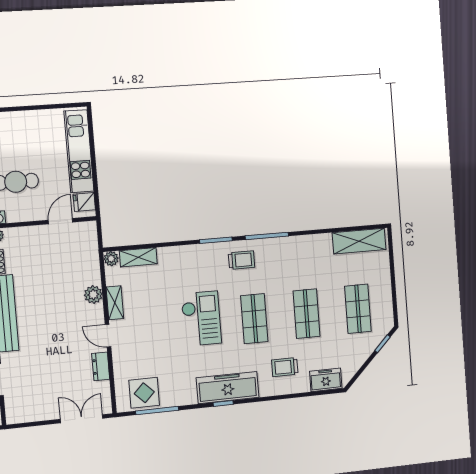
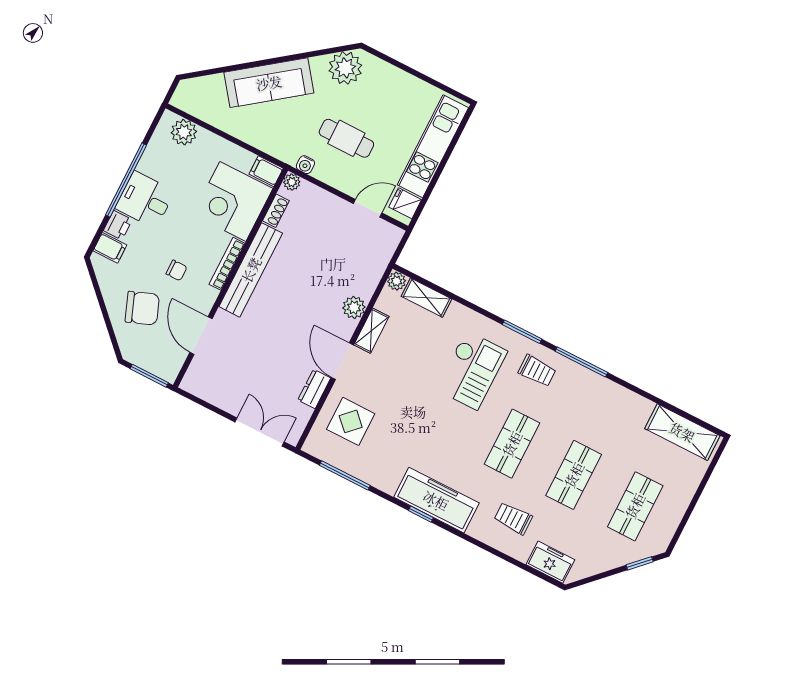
checkout: (201, 319) -> (472, 370), moved
door: (108, 336) -> (342, 361), width x1.38
display table: (144, 393) -> (351, 421), moved

